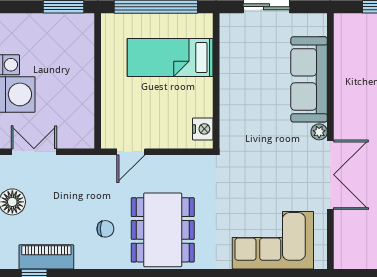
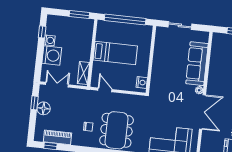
bed: (170, 58) -> (115, 53), moved, turned 180
shelving: (84, 123) -> (83, 73), added
door: (131, 152) -> (105, 90), swing flipped

